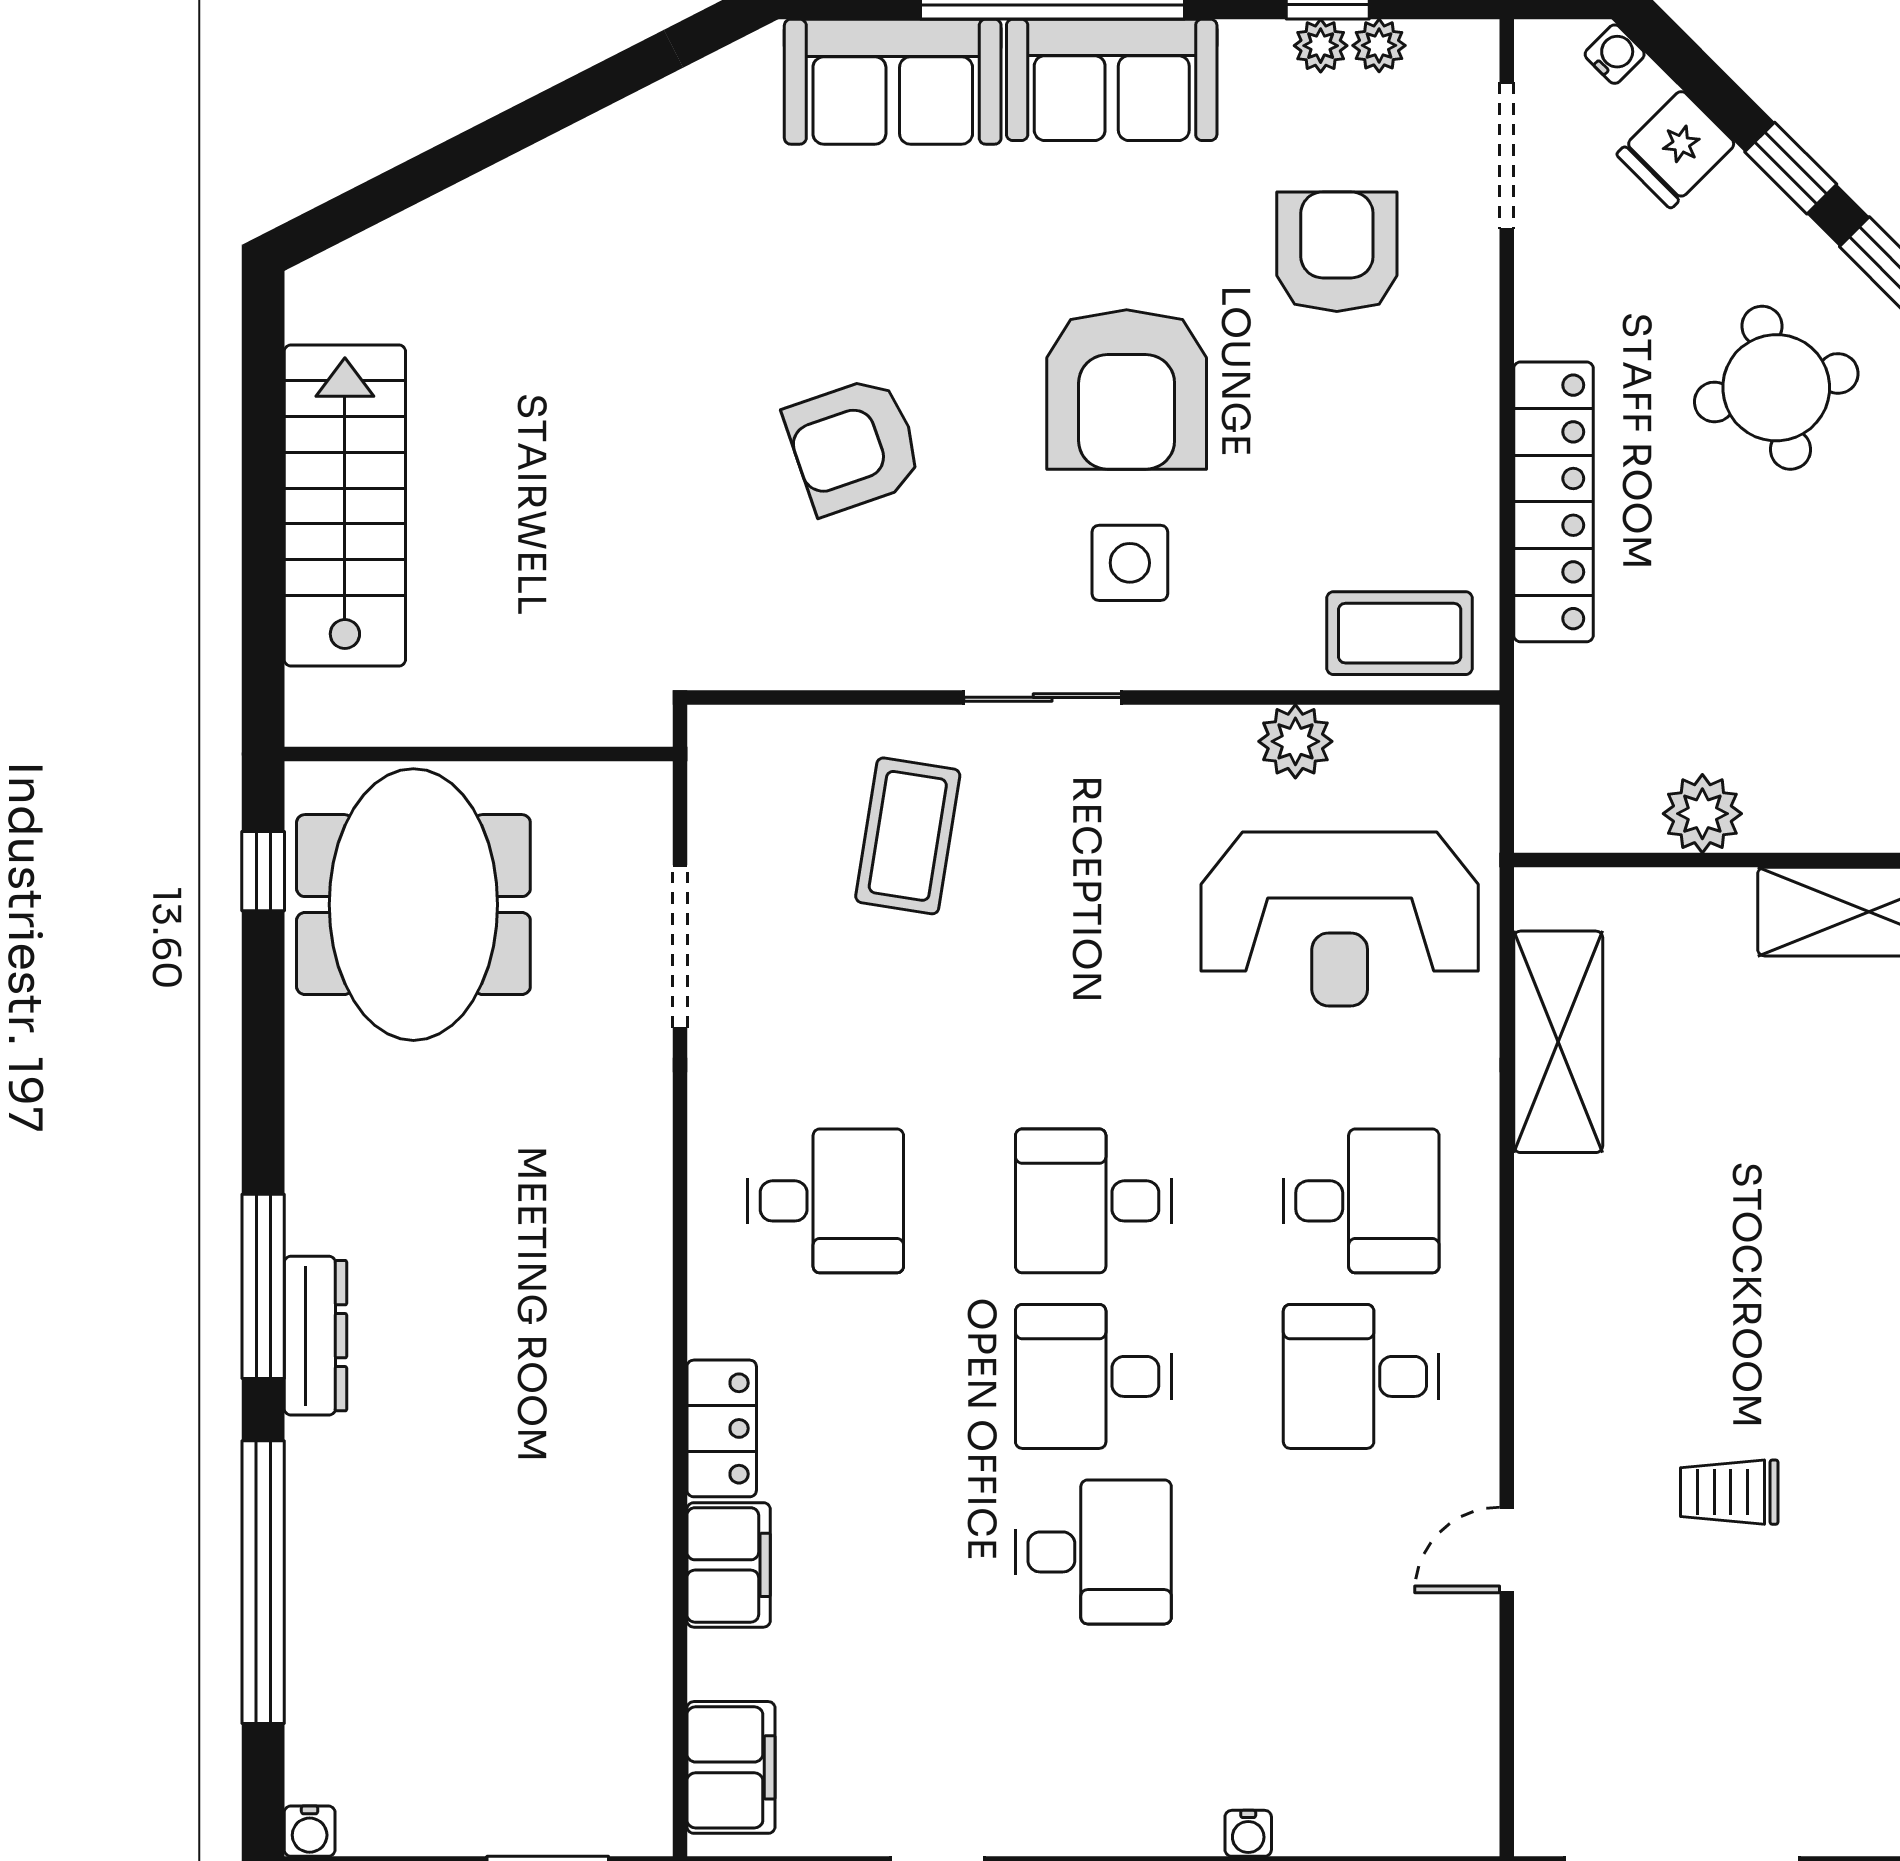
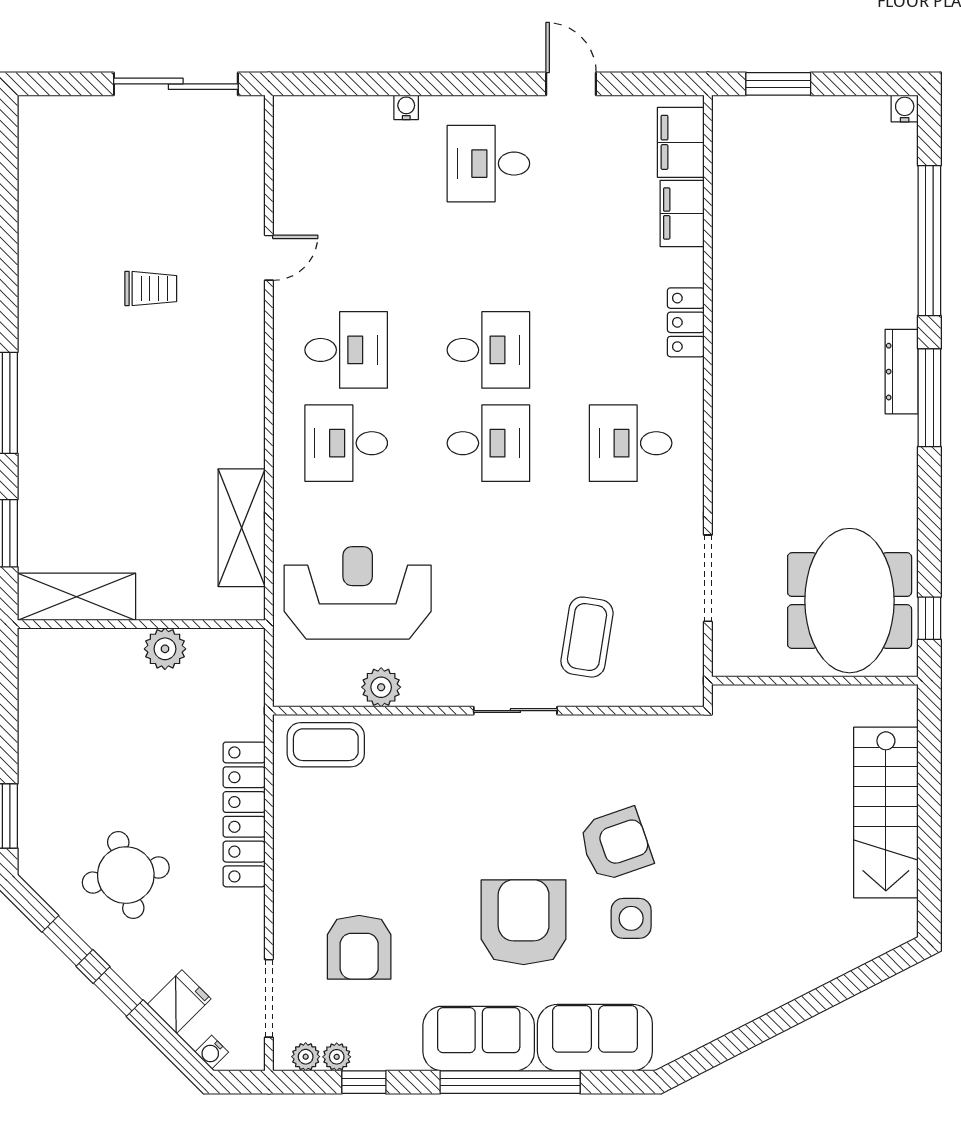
plant: (1321, 46) -> (306, 1057), moved
armchair: (1127, 390) -> (524, 922), moved
side table: (1130, 563) -> (631, 918), moved
desk: (1093, 1552) -> (488, 164), moved
filing cabinet: (729, 1565) -> (682, 213), moved

